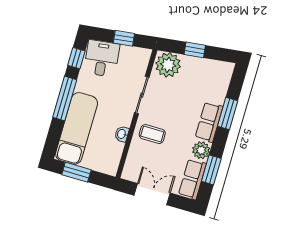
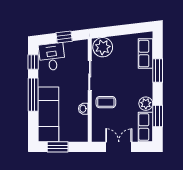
window: (195, 50) -> (119, 30), removed
row of seats: (209, 122) -> (146, 54), moved

